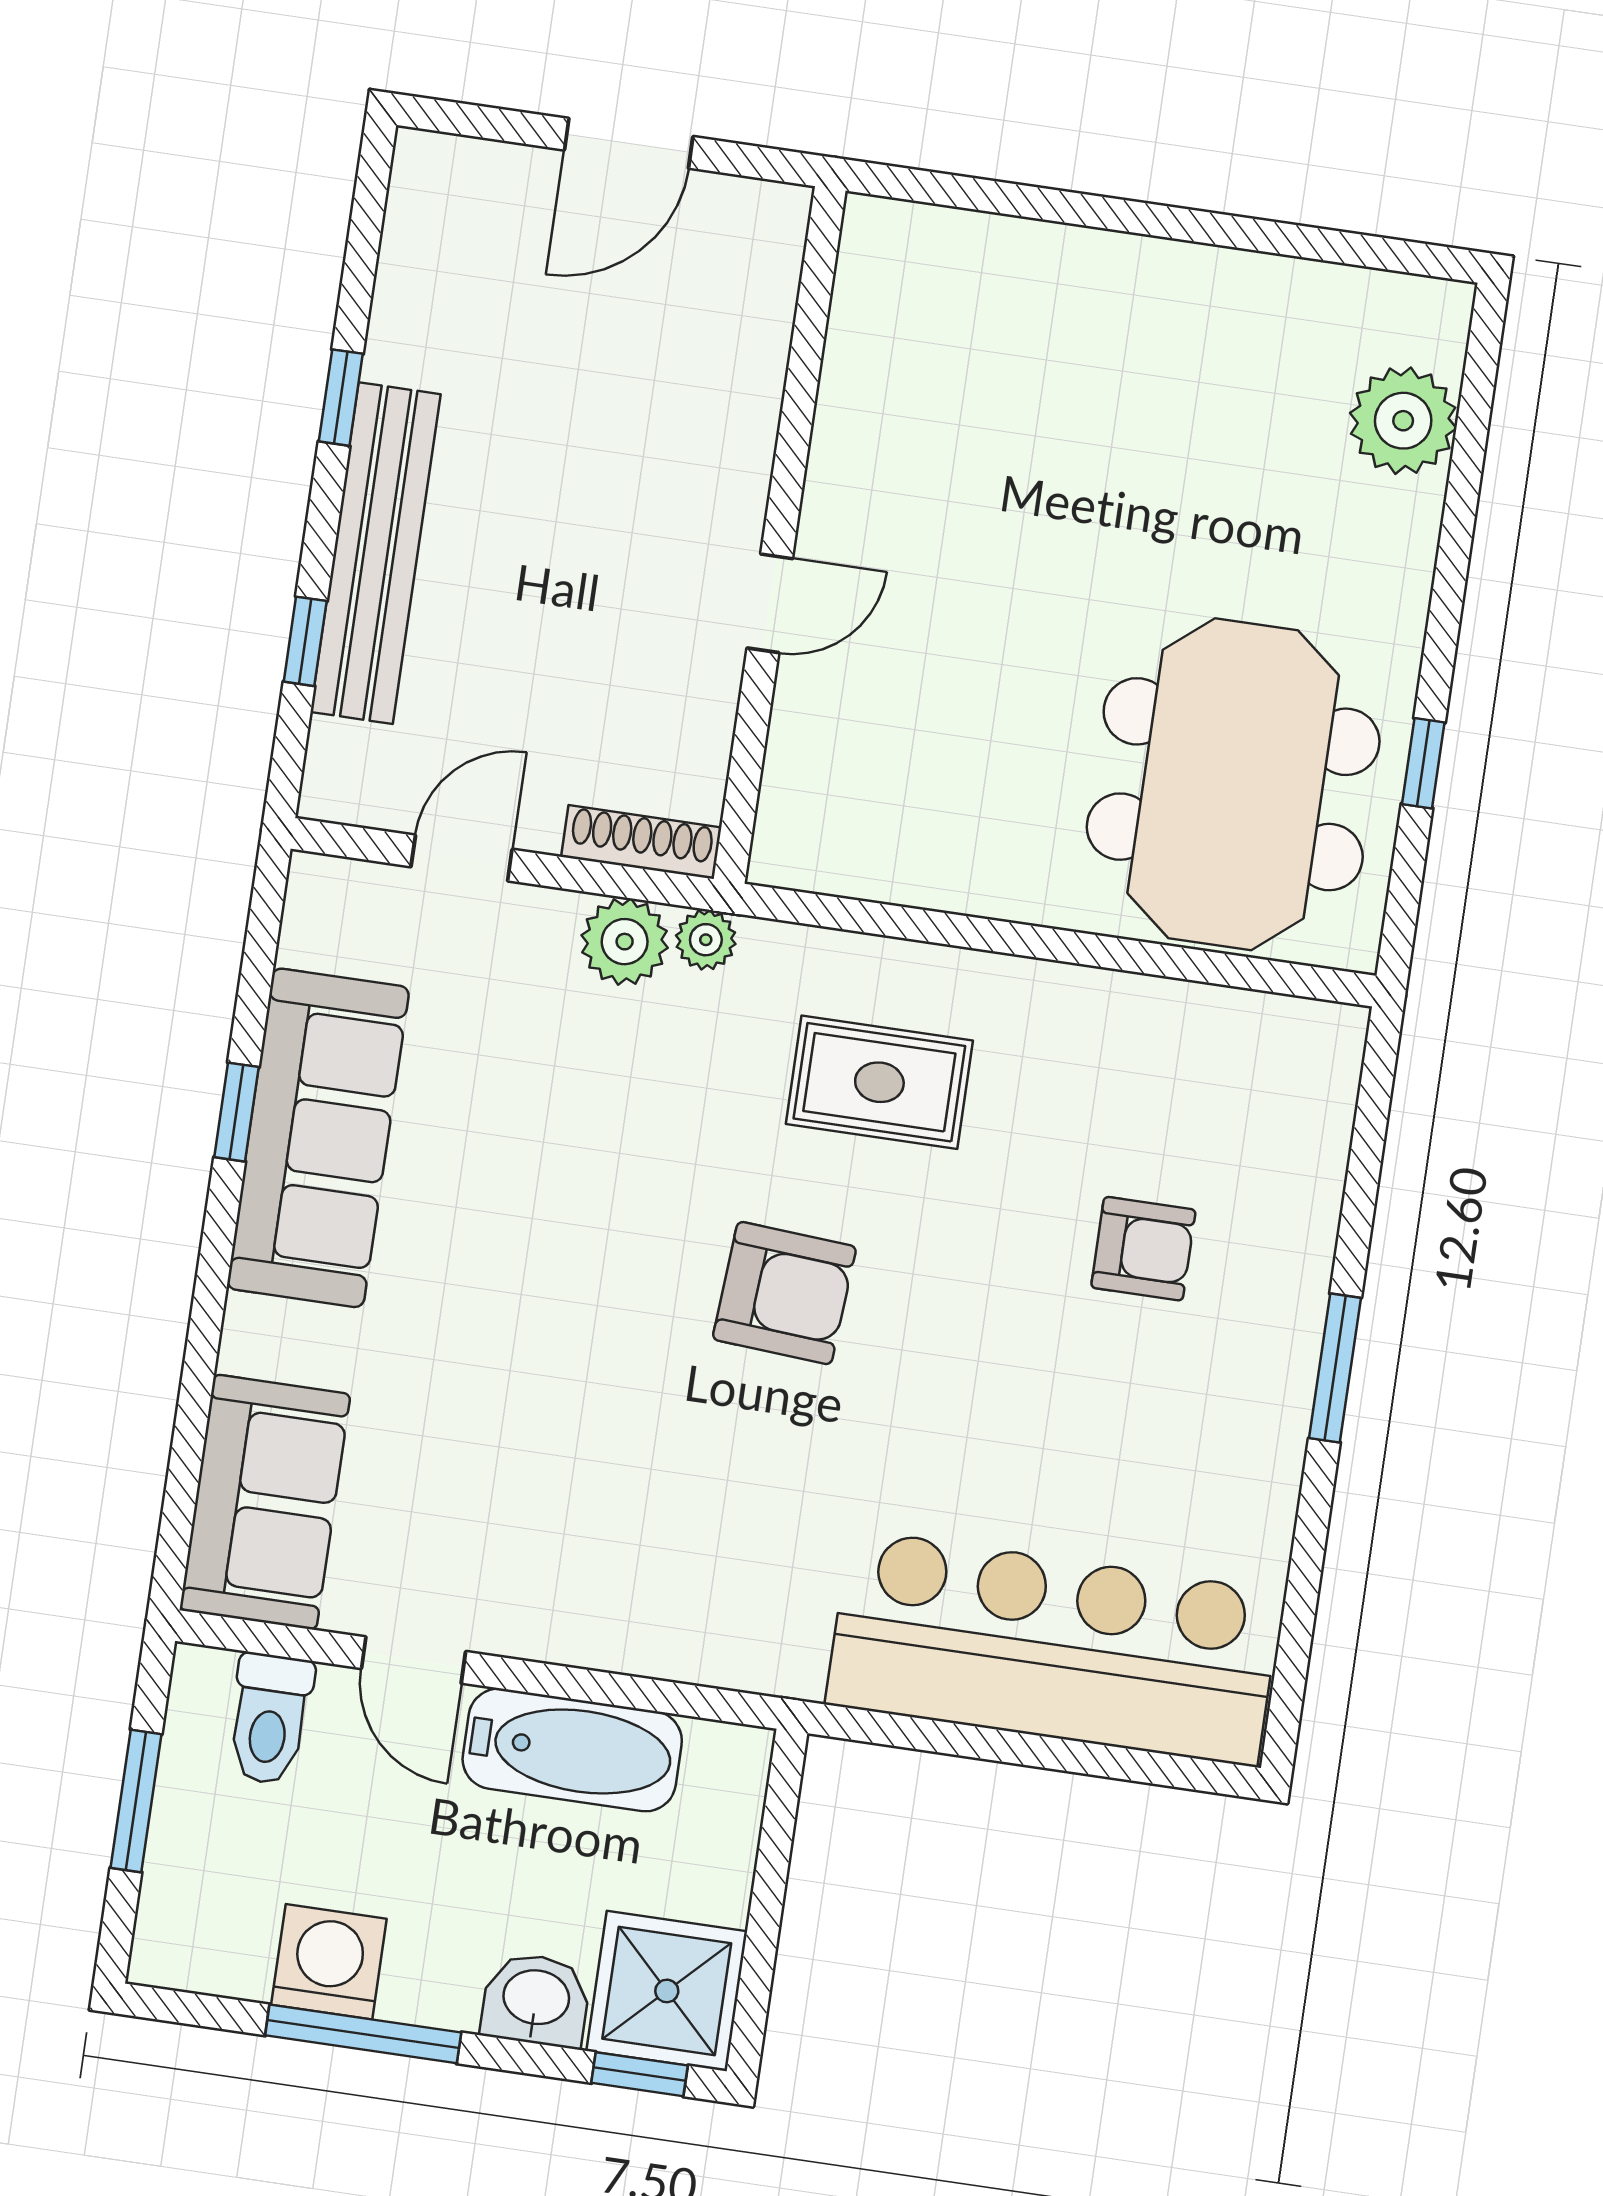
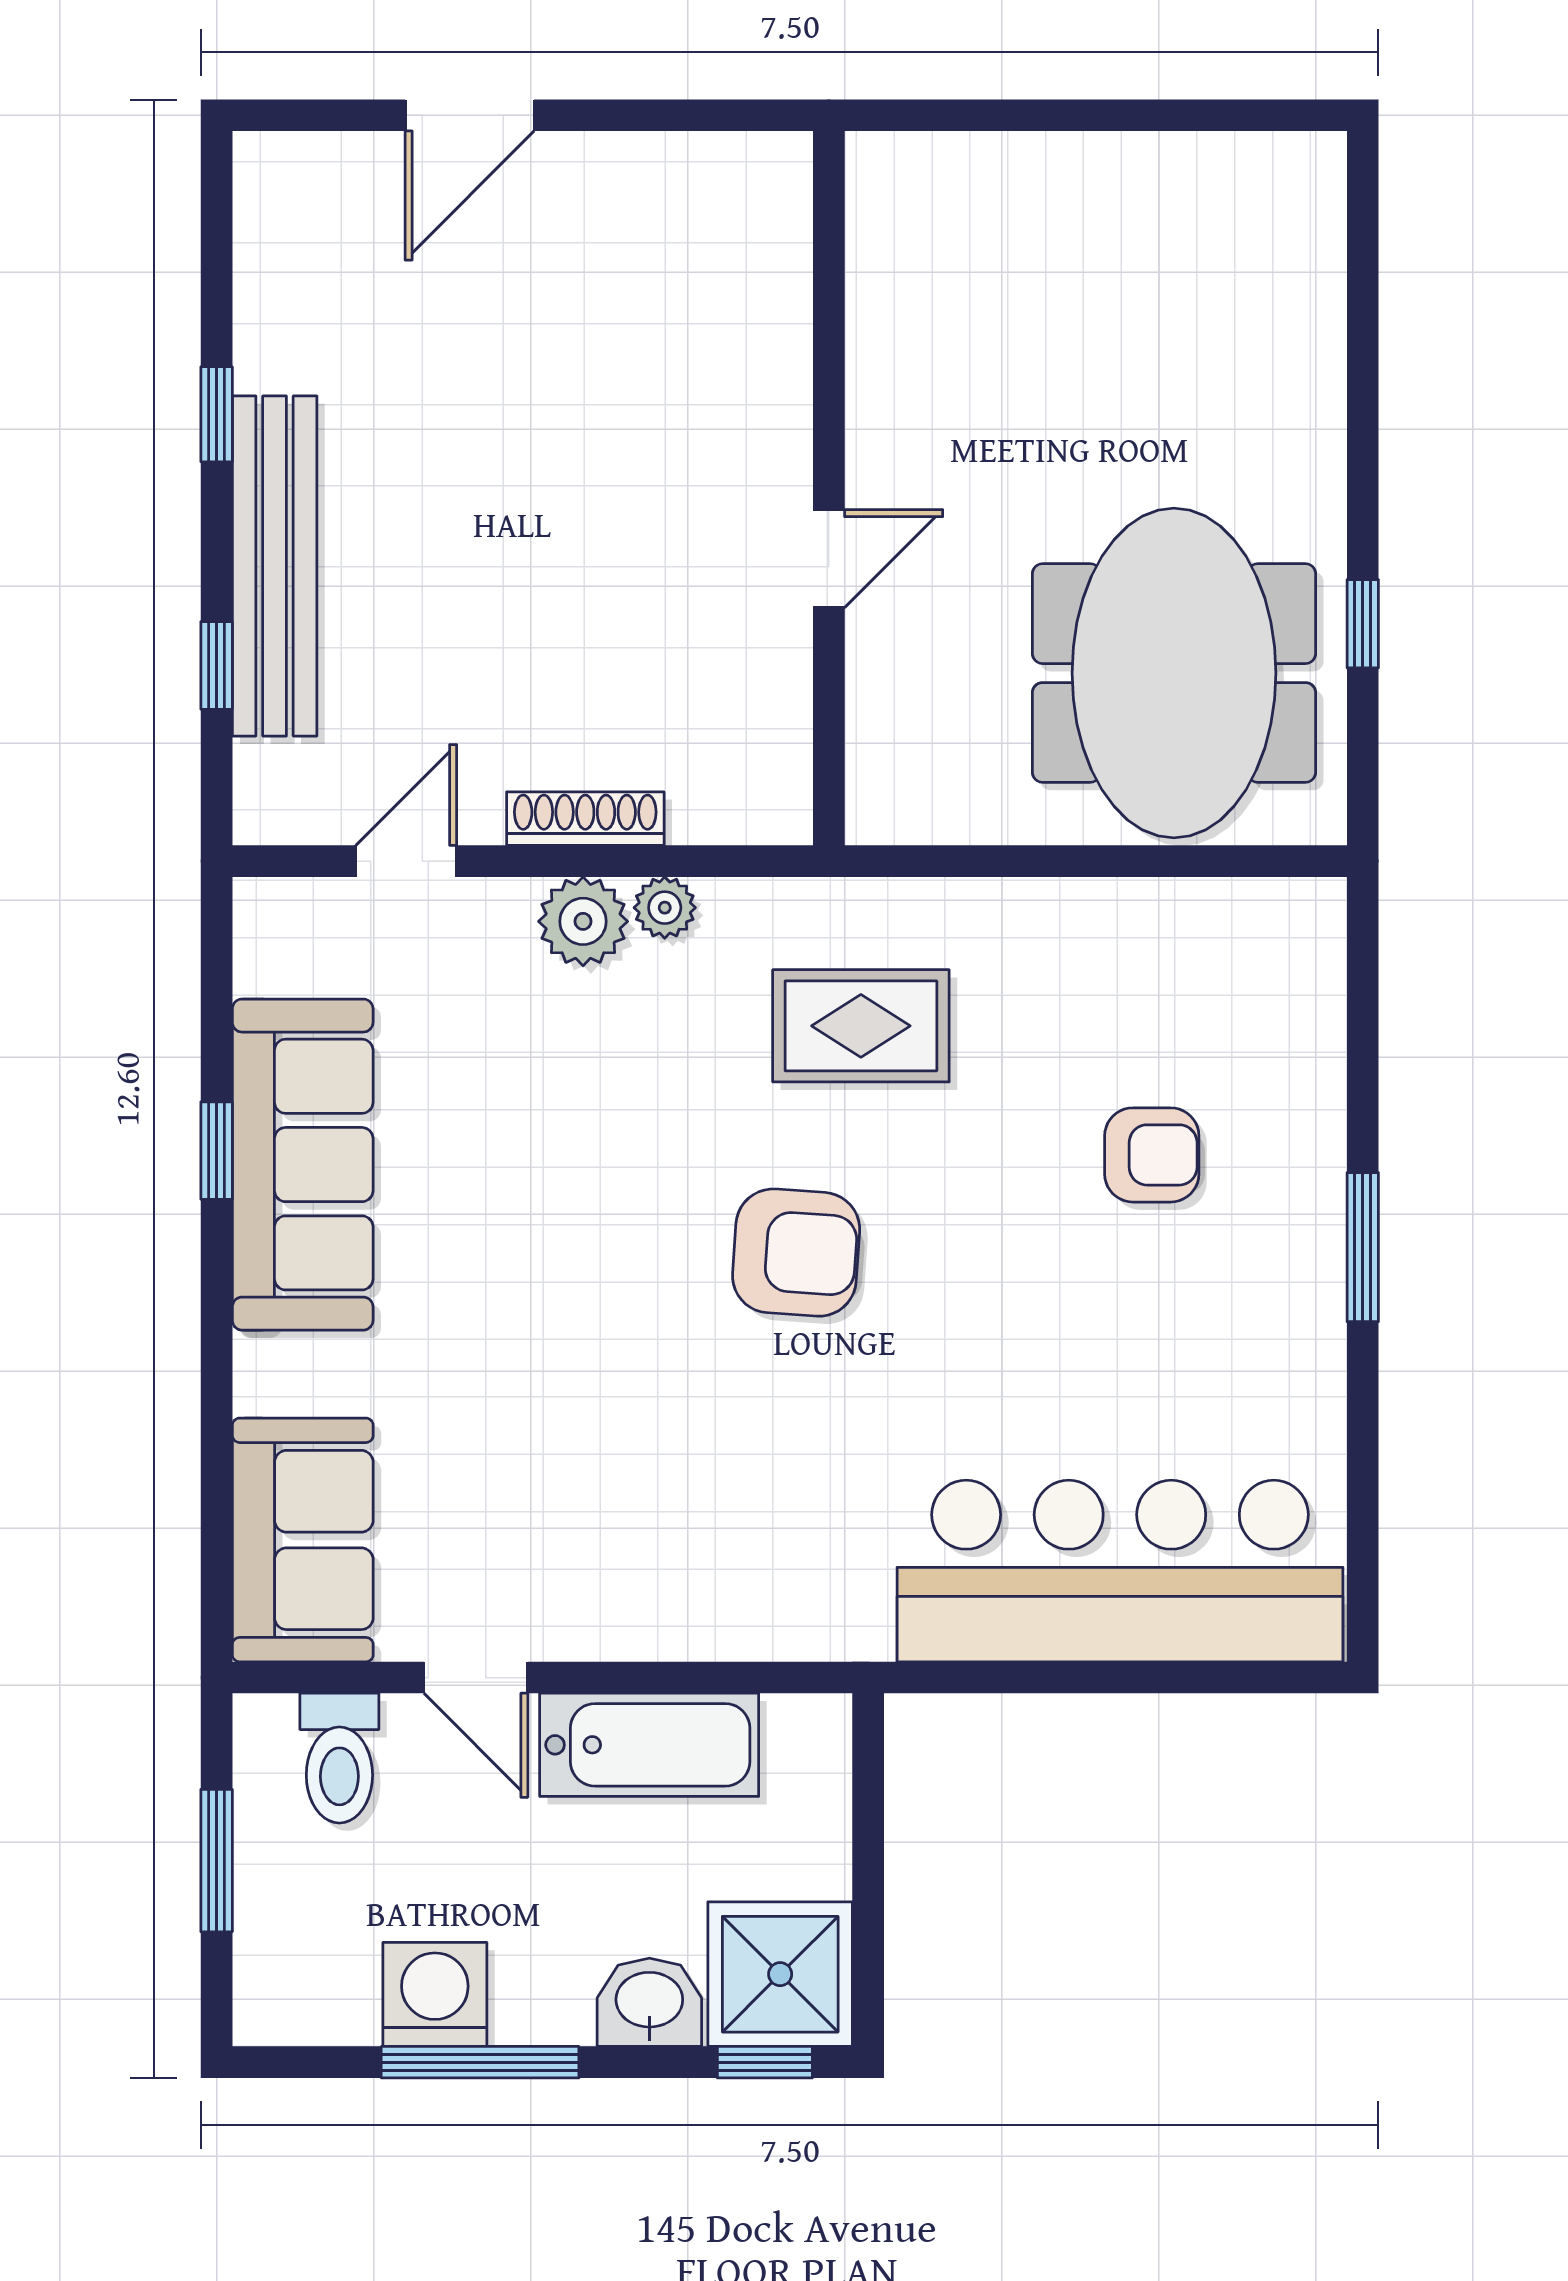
plant: (1403, 421) -> (1292, 281), removed
wall: (780, 535) -> (829, 488), moved
door: (770, 603) -> (829, 559), moved

